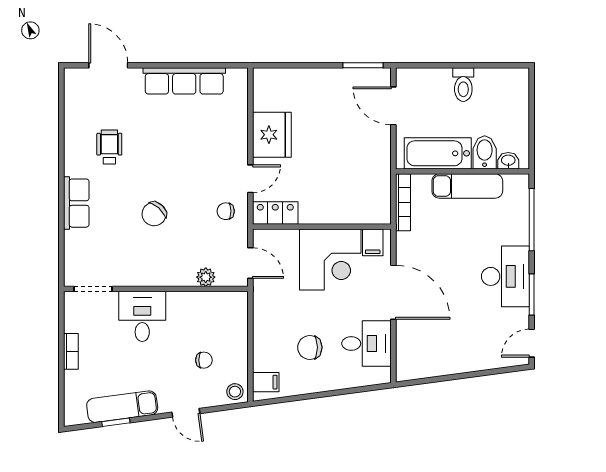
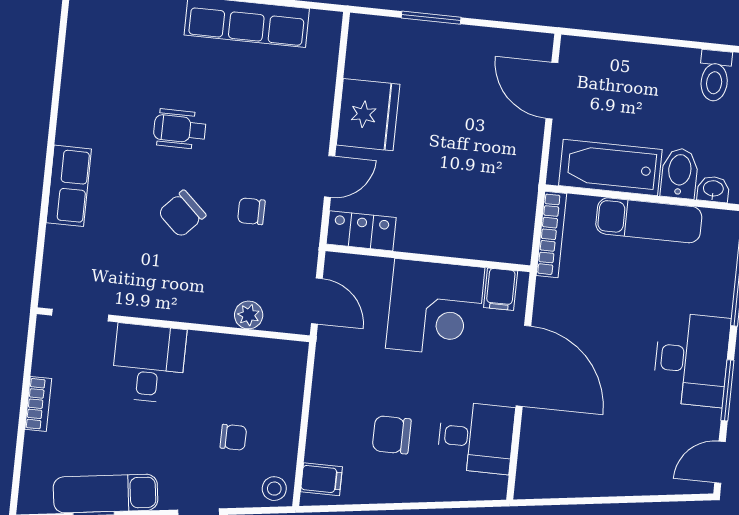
window: (363, 65) -> (431, 18), moved
toilet: (463, 85) -> (715, 76), moved
wheelchair: (109, 147) -> (180, 129), moved, turned -90
chair: (226, 211) -> (251, 211), moved

